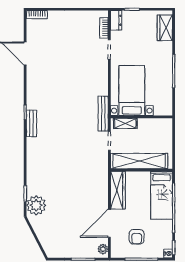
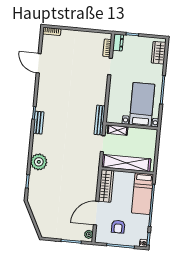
bed with nightstands: (132, 90) -> (142, 104), moved
plant: (36, 205) -> (39, 162), moved

